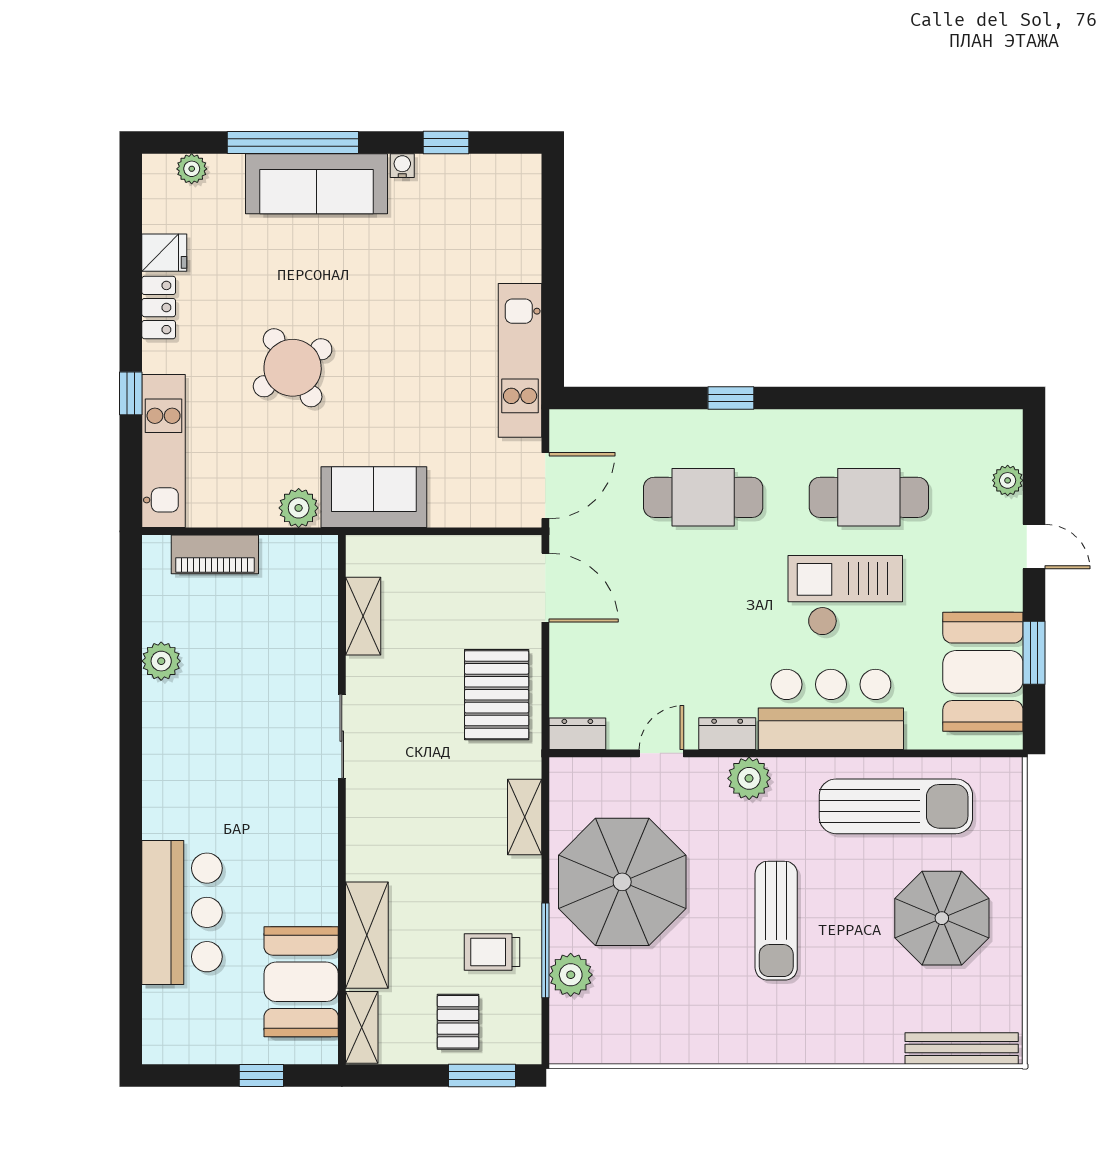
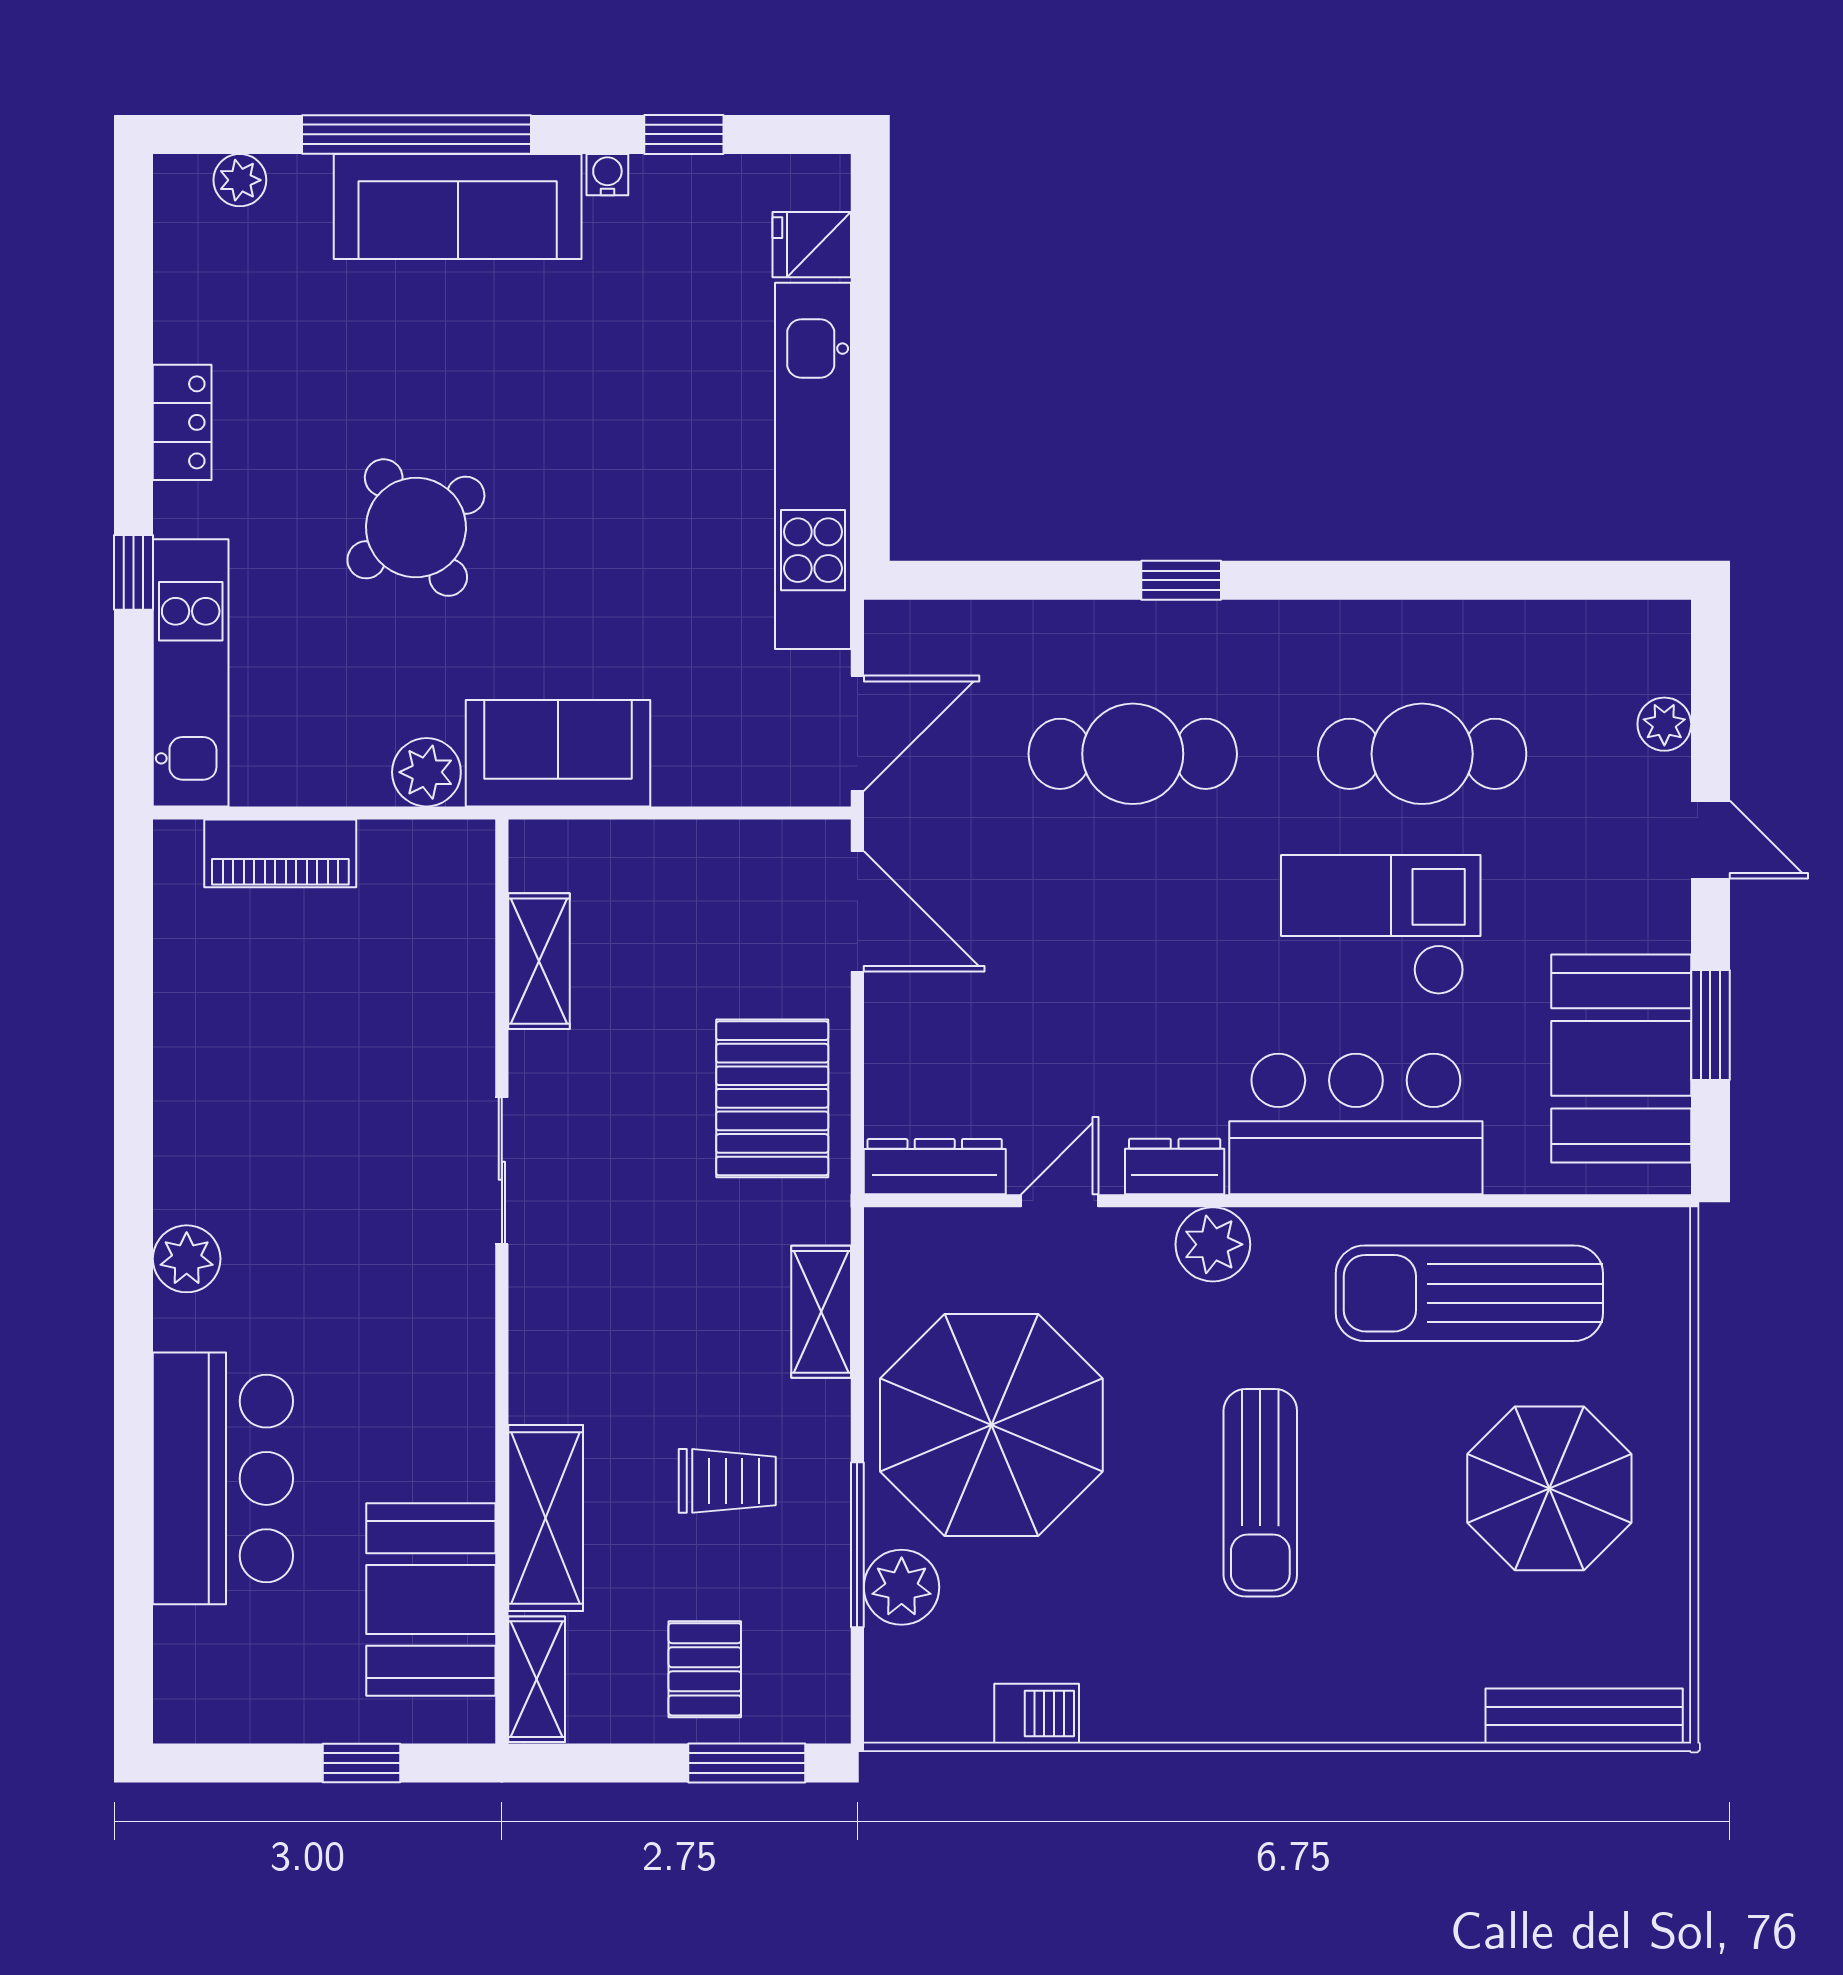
fridge: (164, 253) -> (812, 245), moved, turned 180
kitchen unit: (520, 360) -> (813, 466), width x1.36
plant: (161, 661) -> (187, 1259), moved
dresser: (577, 734) -> (935, 1167), width x1.44
sun lounger: (896, 806) -> (1469, 1293), turned 180
trolley: (492, 952) -> (727, 1481), moved, turned 180
barbecue: (648, 1047) -> (1037, 1714), added

